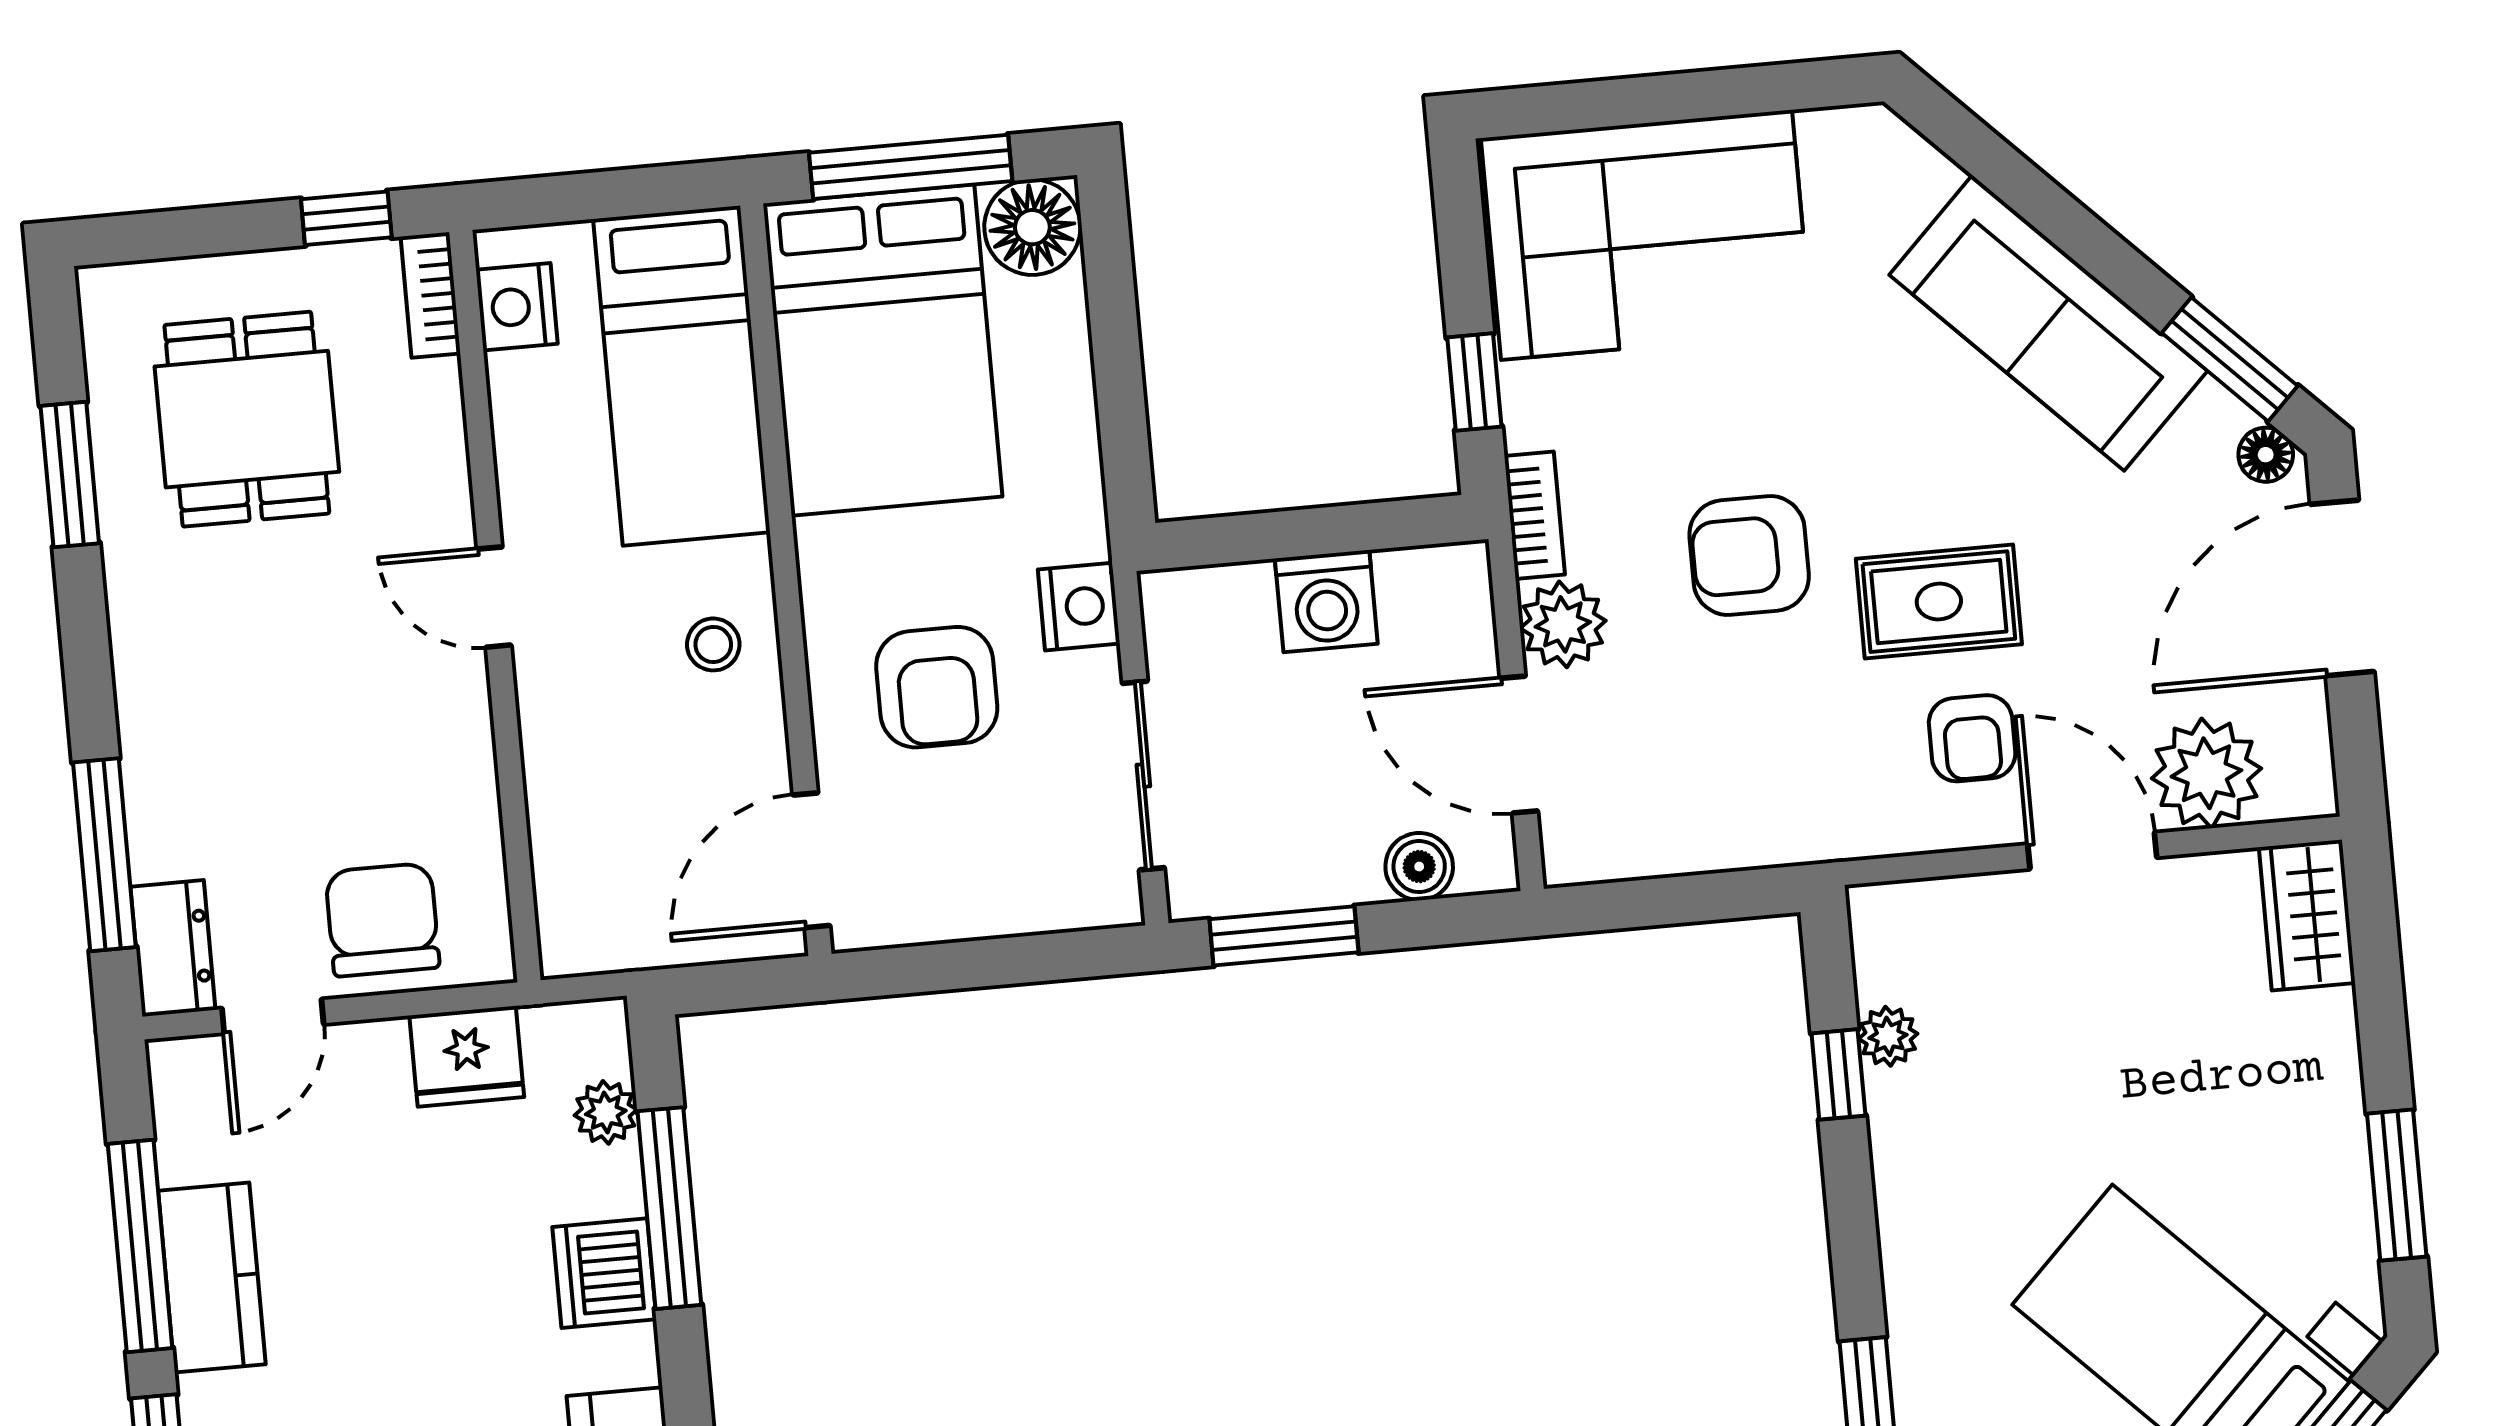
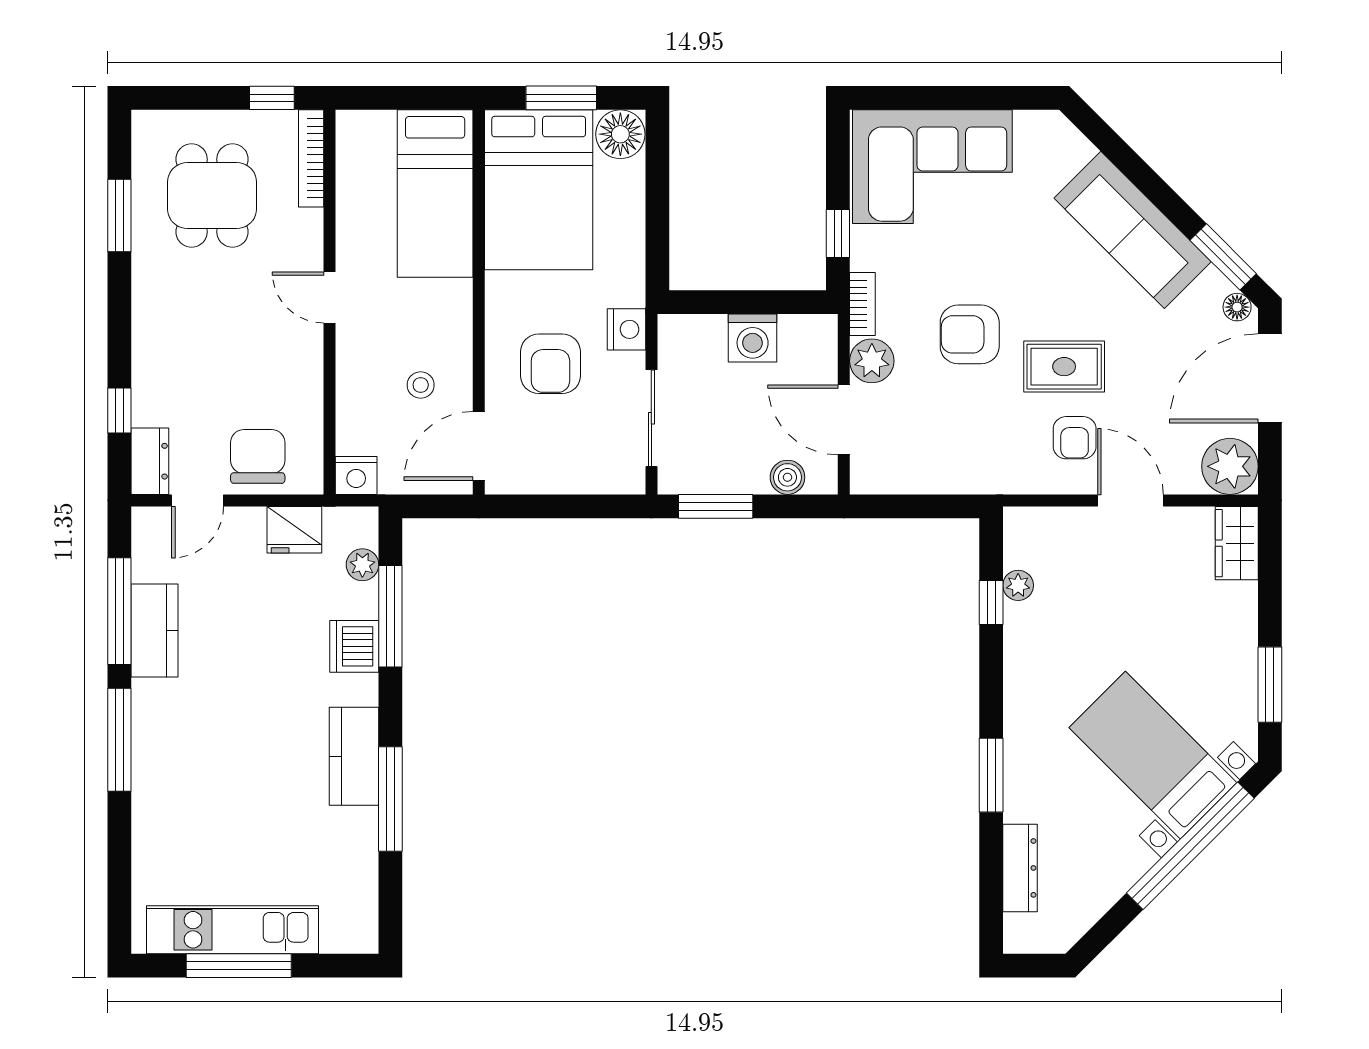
window: (911, 167) -> (561, 98), width x0.69
bookcase: (430, 295) -> (311, 158), width x1.56
nightstand: (517, 307) -> (356, 475), moved, turned -90
stool: (713, 644) -> (421, 385), moved
plant: (2207, 773) -> (1230, 466), moved
window: (104, 855) -> (119, 410), width x0.46

